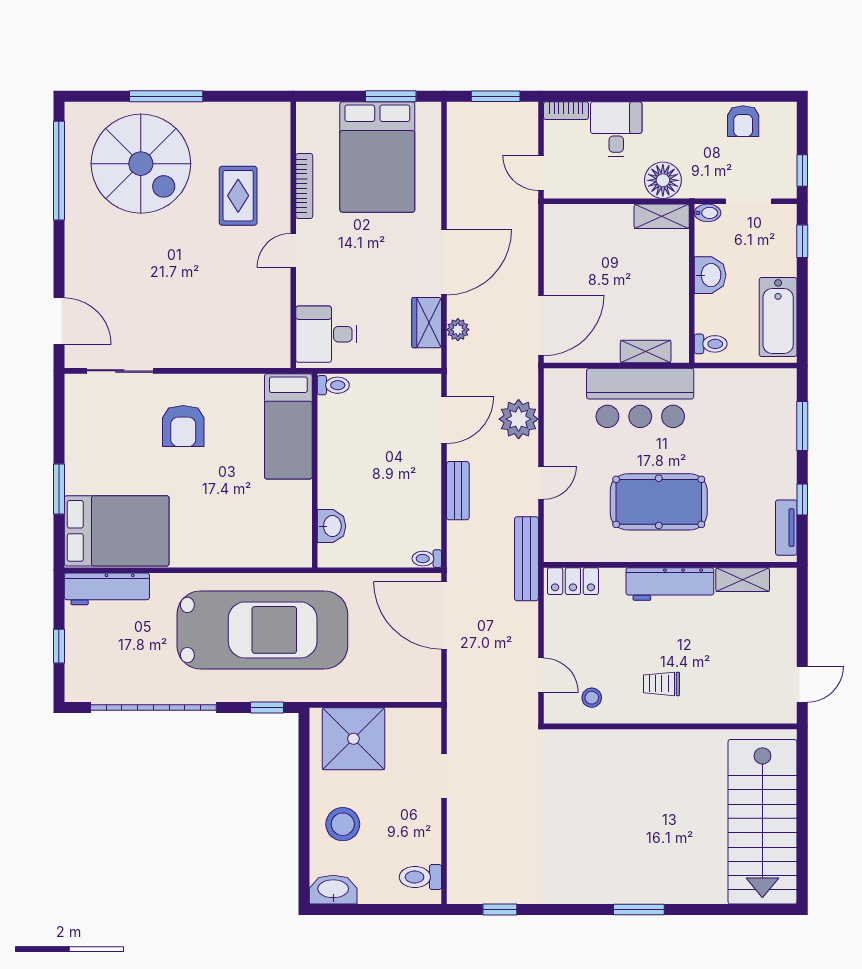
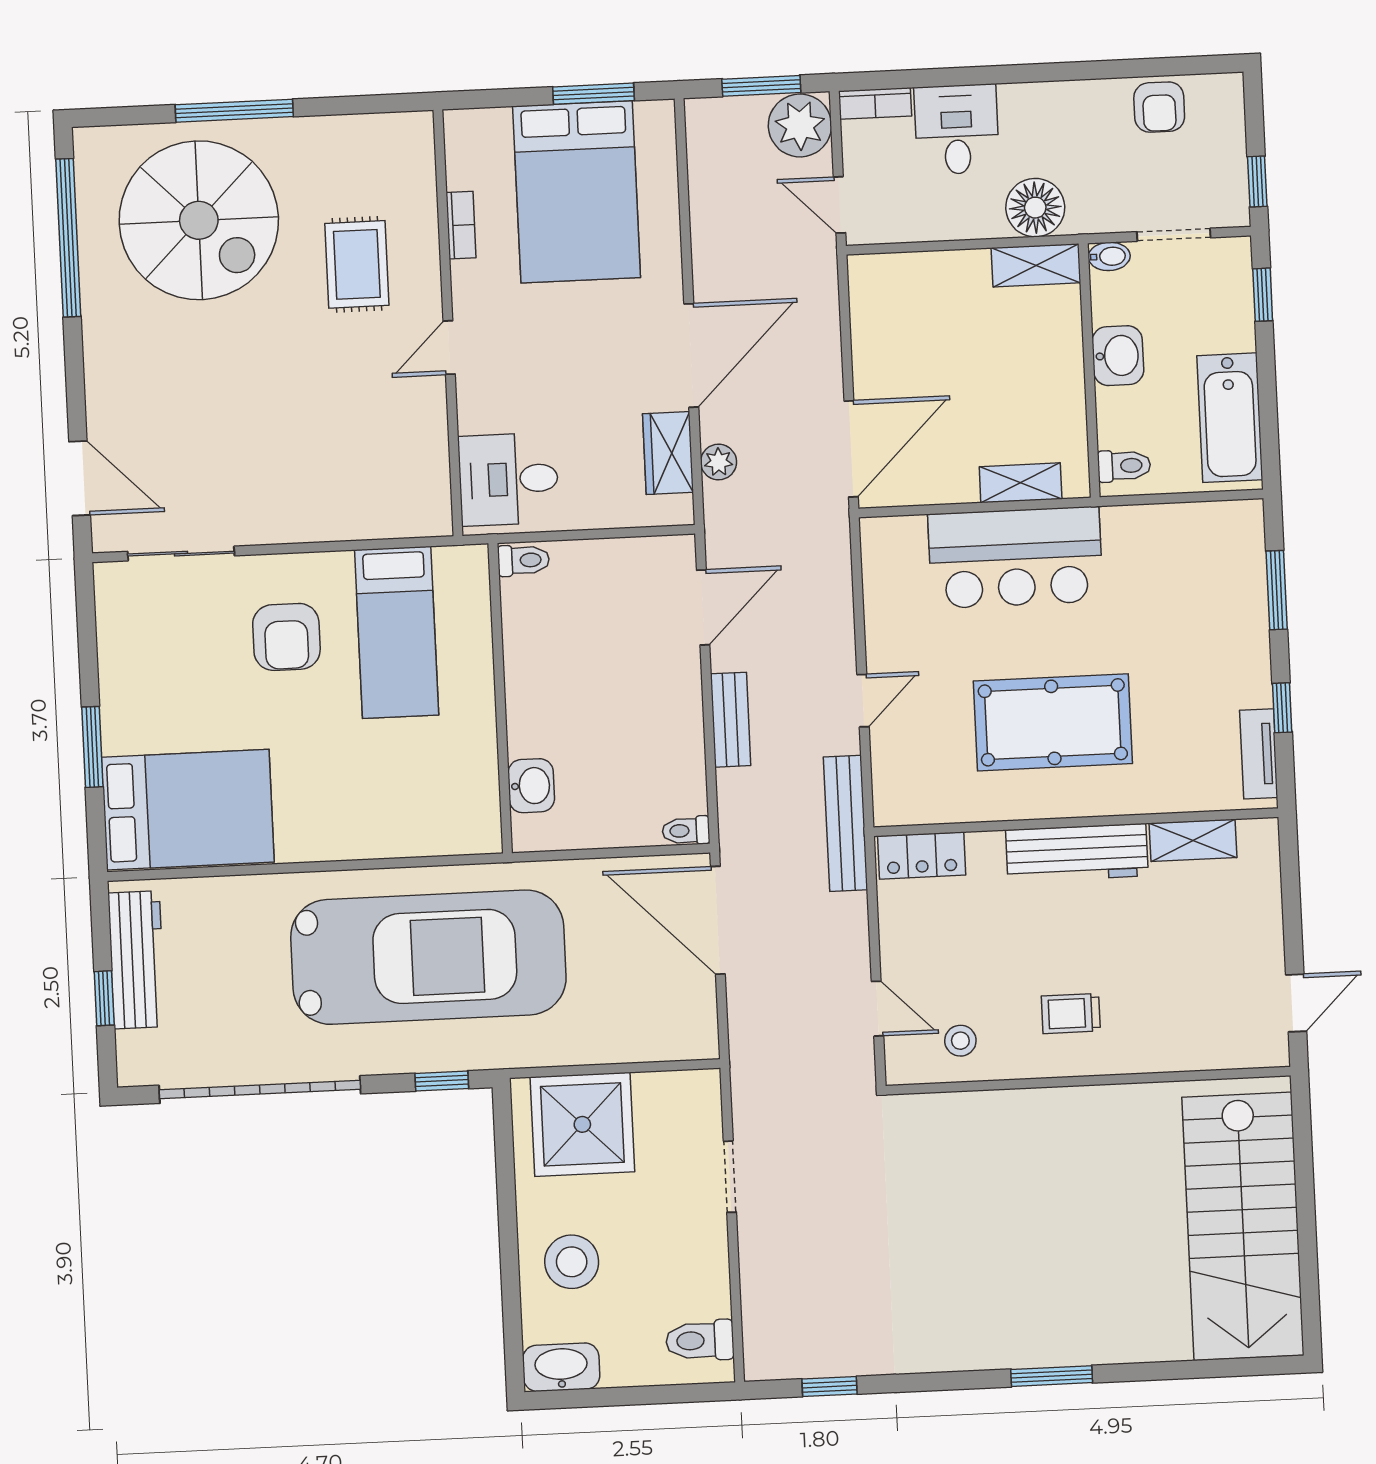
bookcase: (304, 186) -> (461, 225), width x0.64
plant: (519, 419) -> (800, 125), moved
bed: (288, 426) -> (397, 632), moved
workbench: (107, 589) -> (137, 960), moved, turned -90

